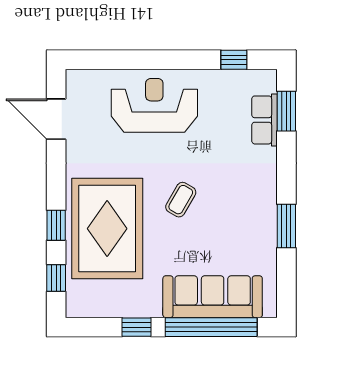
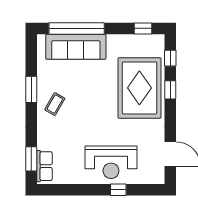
window: (234, 60) -> (118, 190), moved
row of seats: (264, 120) -> (44, 166), moved
coffee table: (181, 200) -> (55, 104), moved
window: (136, 327) -> (143, 28), moved

